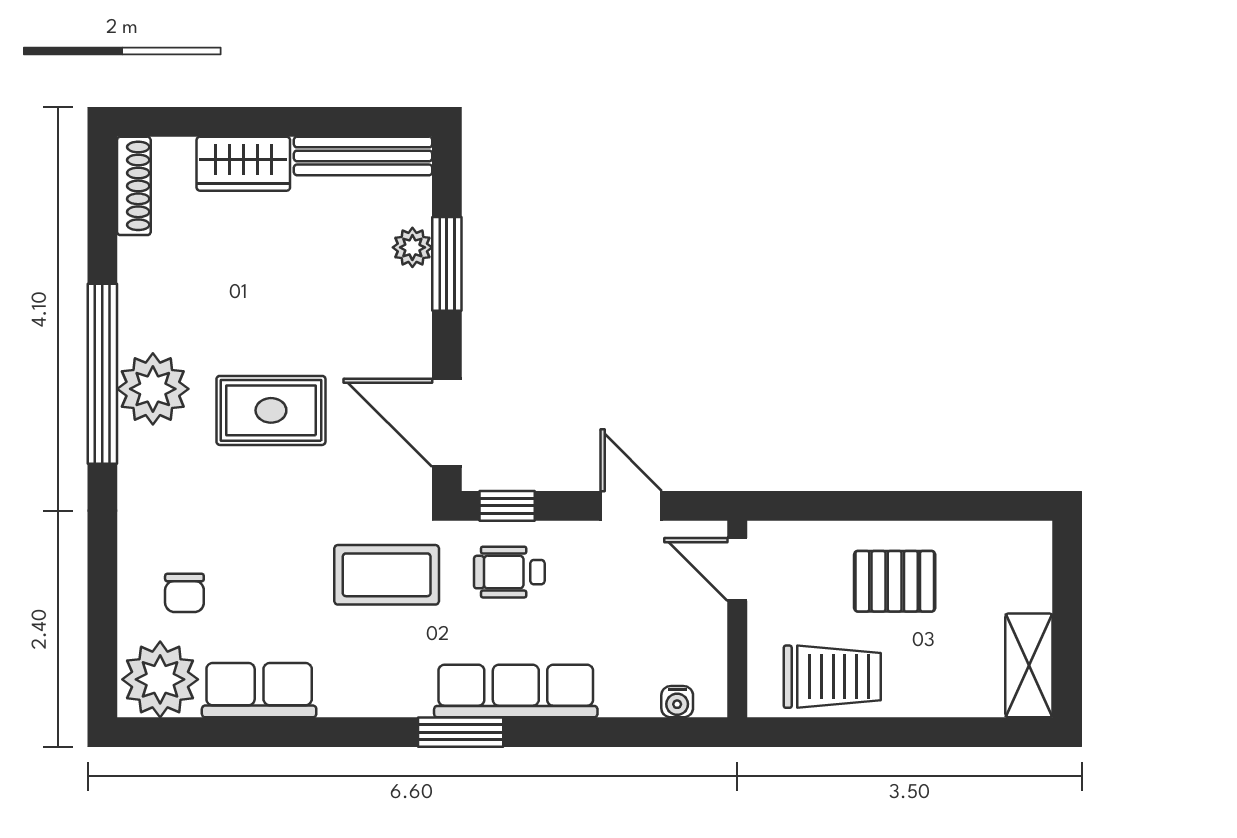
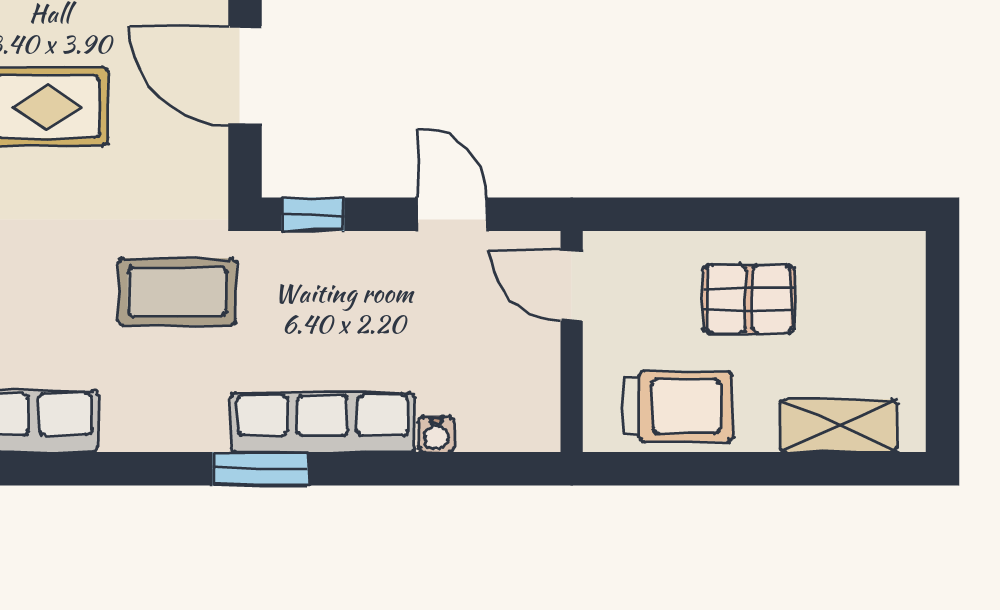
door: (447, 423) -> (245, 75), moved
wheelchair: (509, 572) -> (315, 289), removed
shelving: (1029, 665) -> (838, 426), moved, turned 90
water cooler: (677, 702) -> (436, 435), moved

